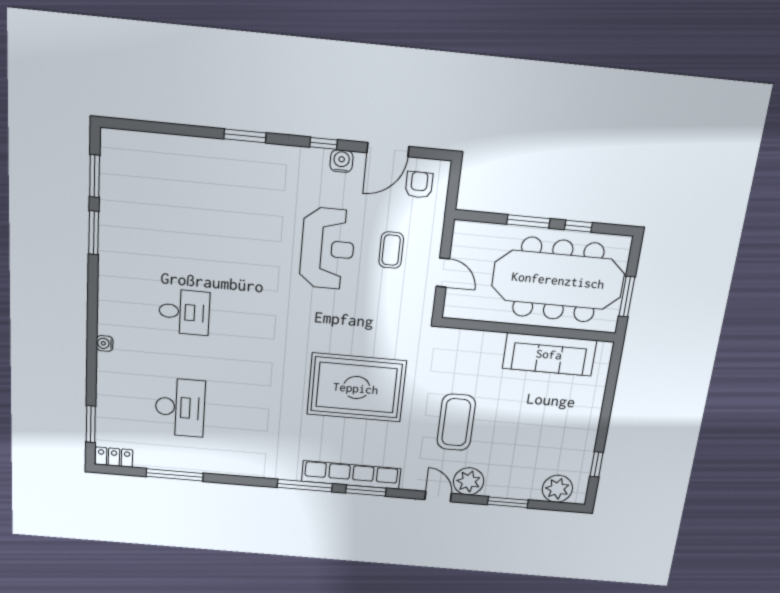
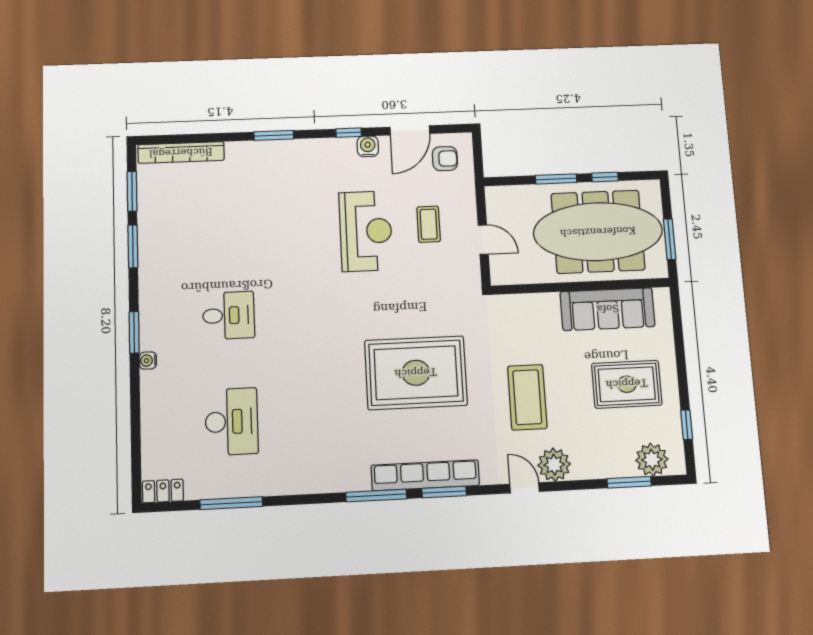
bookcase: (147, 141) -> (181, 153), added
armchair: (419, 185) -> (445, 159), turned 90
rug: (551, 423) -> (627, 384), added
window: (91, 424) -> (134, 332), moved
window: (508, 502) -> (629, 482), moved

